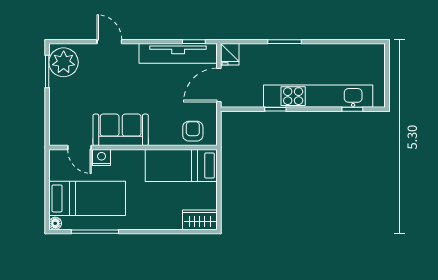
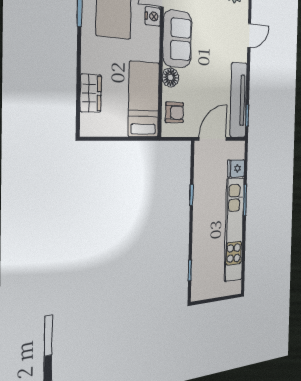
fridge: (230, 54) -> (236, 168), moved
door: (219, 85) -> (213, 139), hinge flipped
kitchen unit: (318, 96) -> (234, 230), moved, turned 180
floor lamp: (159, 137) -> (170, 77), added
wardrobe: (200, 220) -> (91, 93), moved

